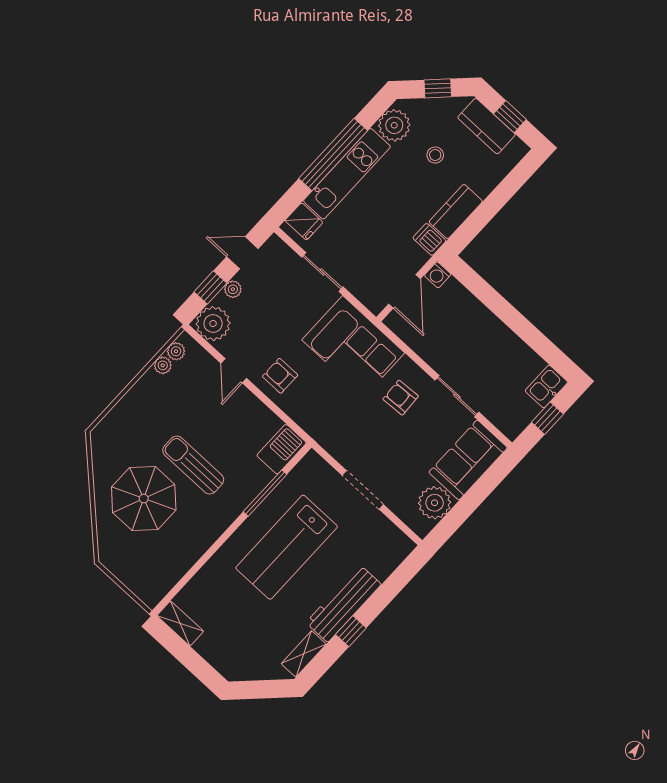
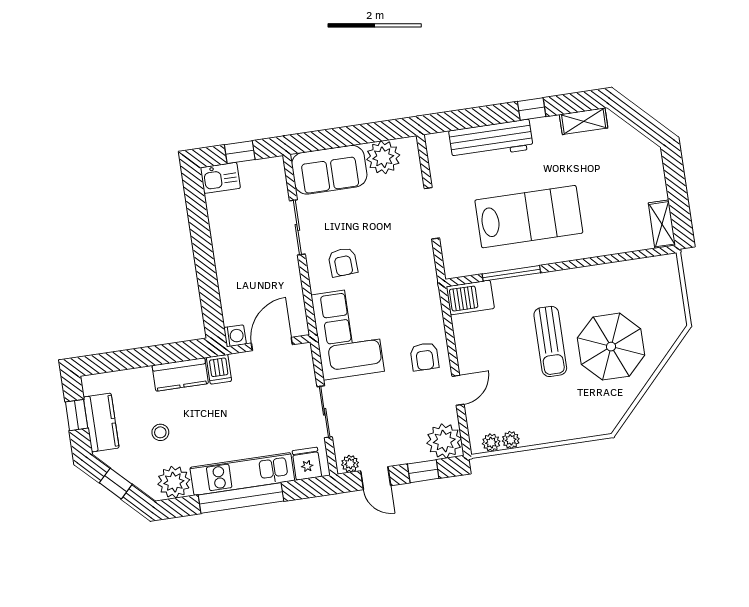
plant: (233, 289) -> (350, 464), moved
workbench: (344, 603) -> (491, 140), moved

